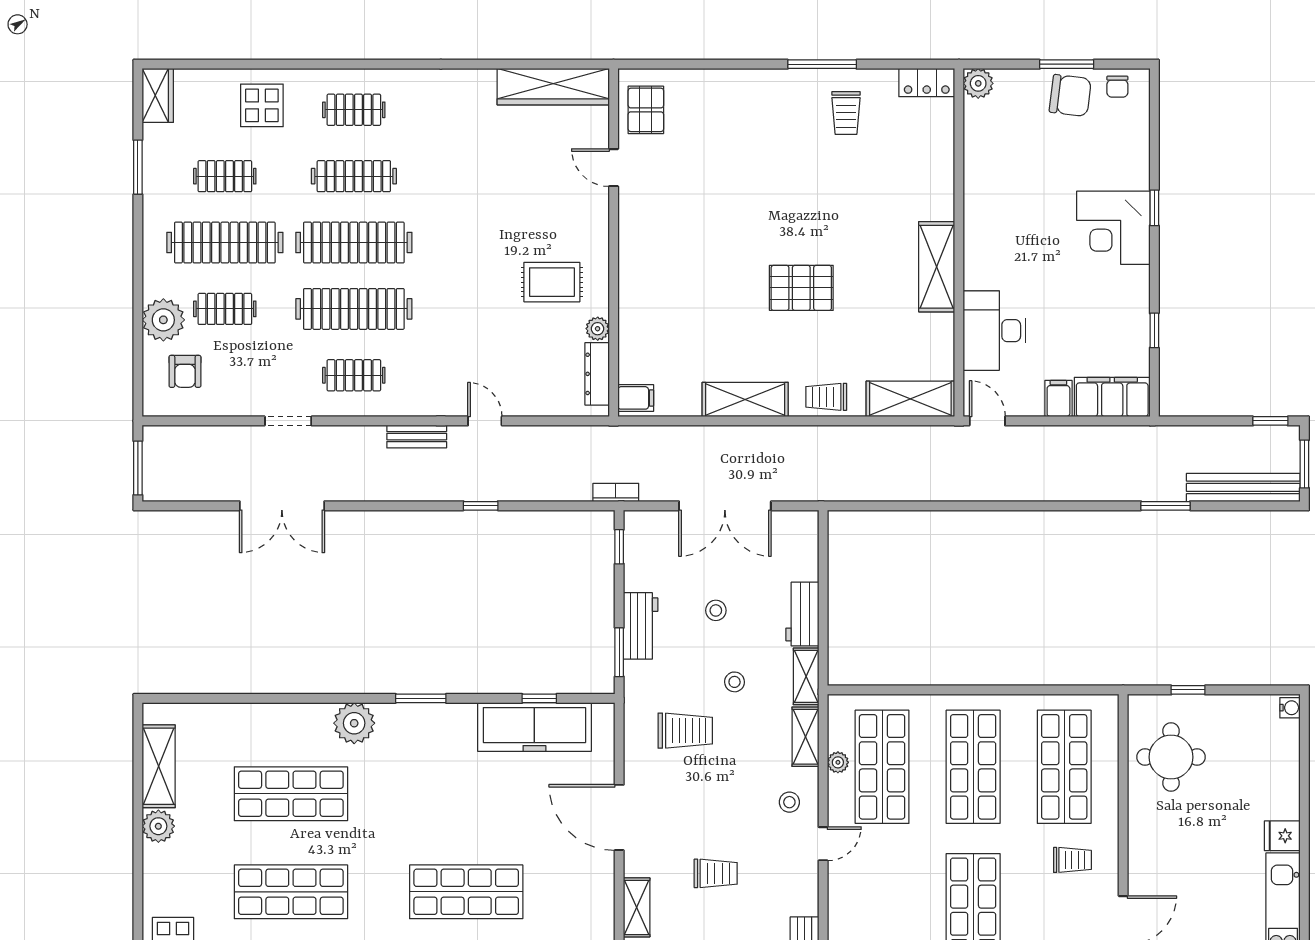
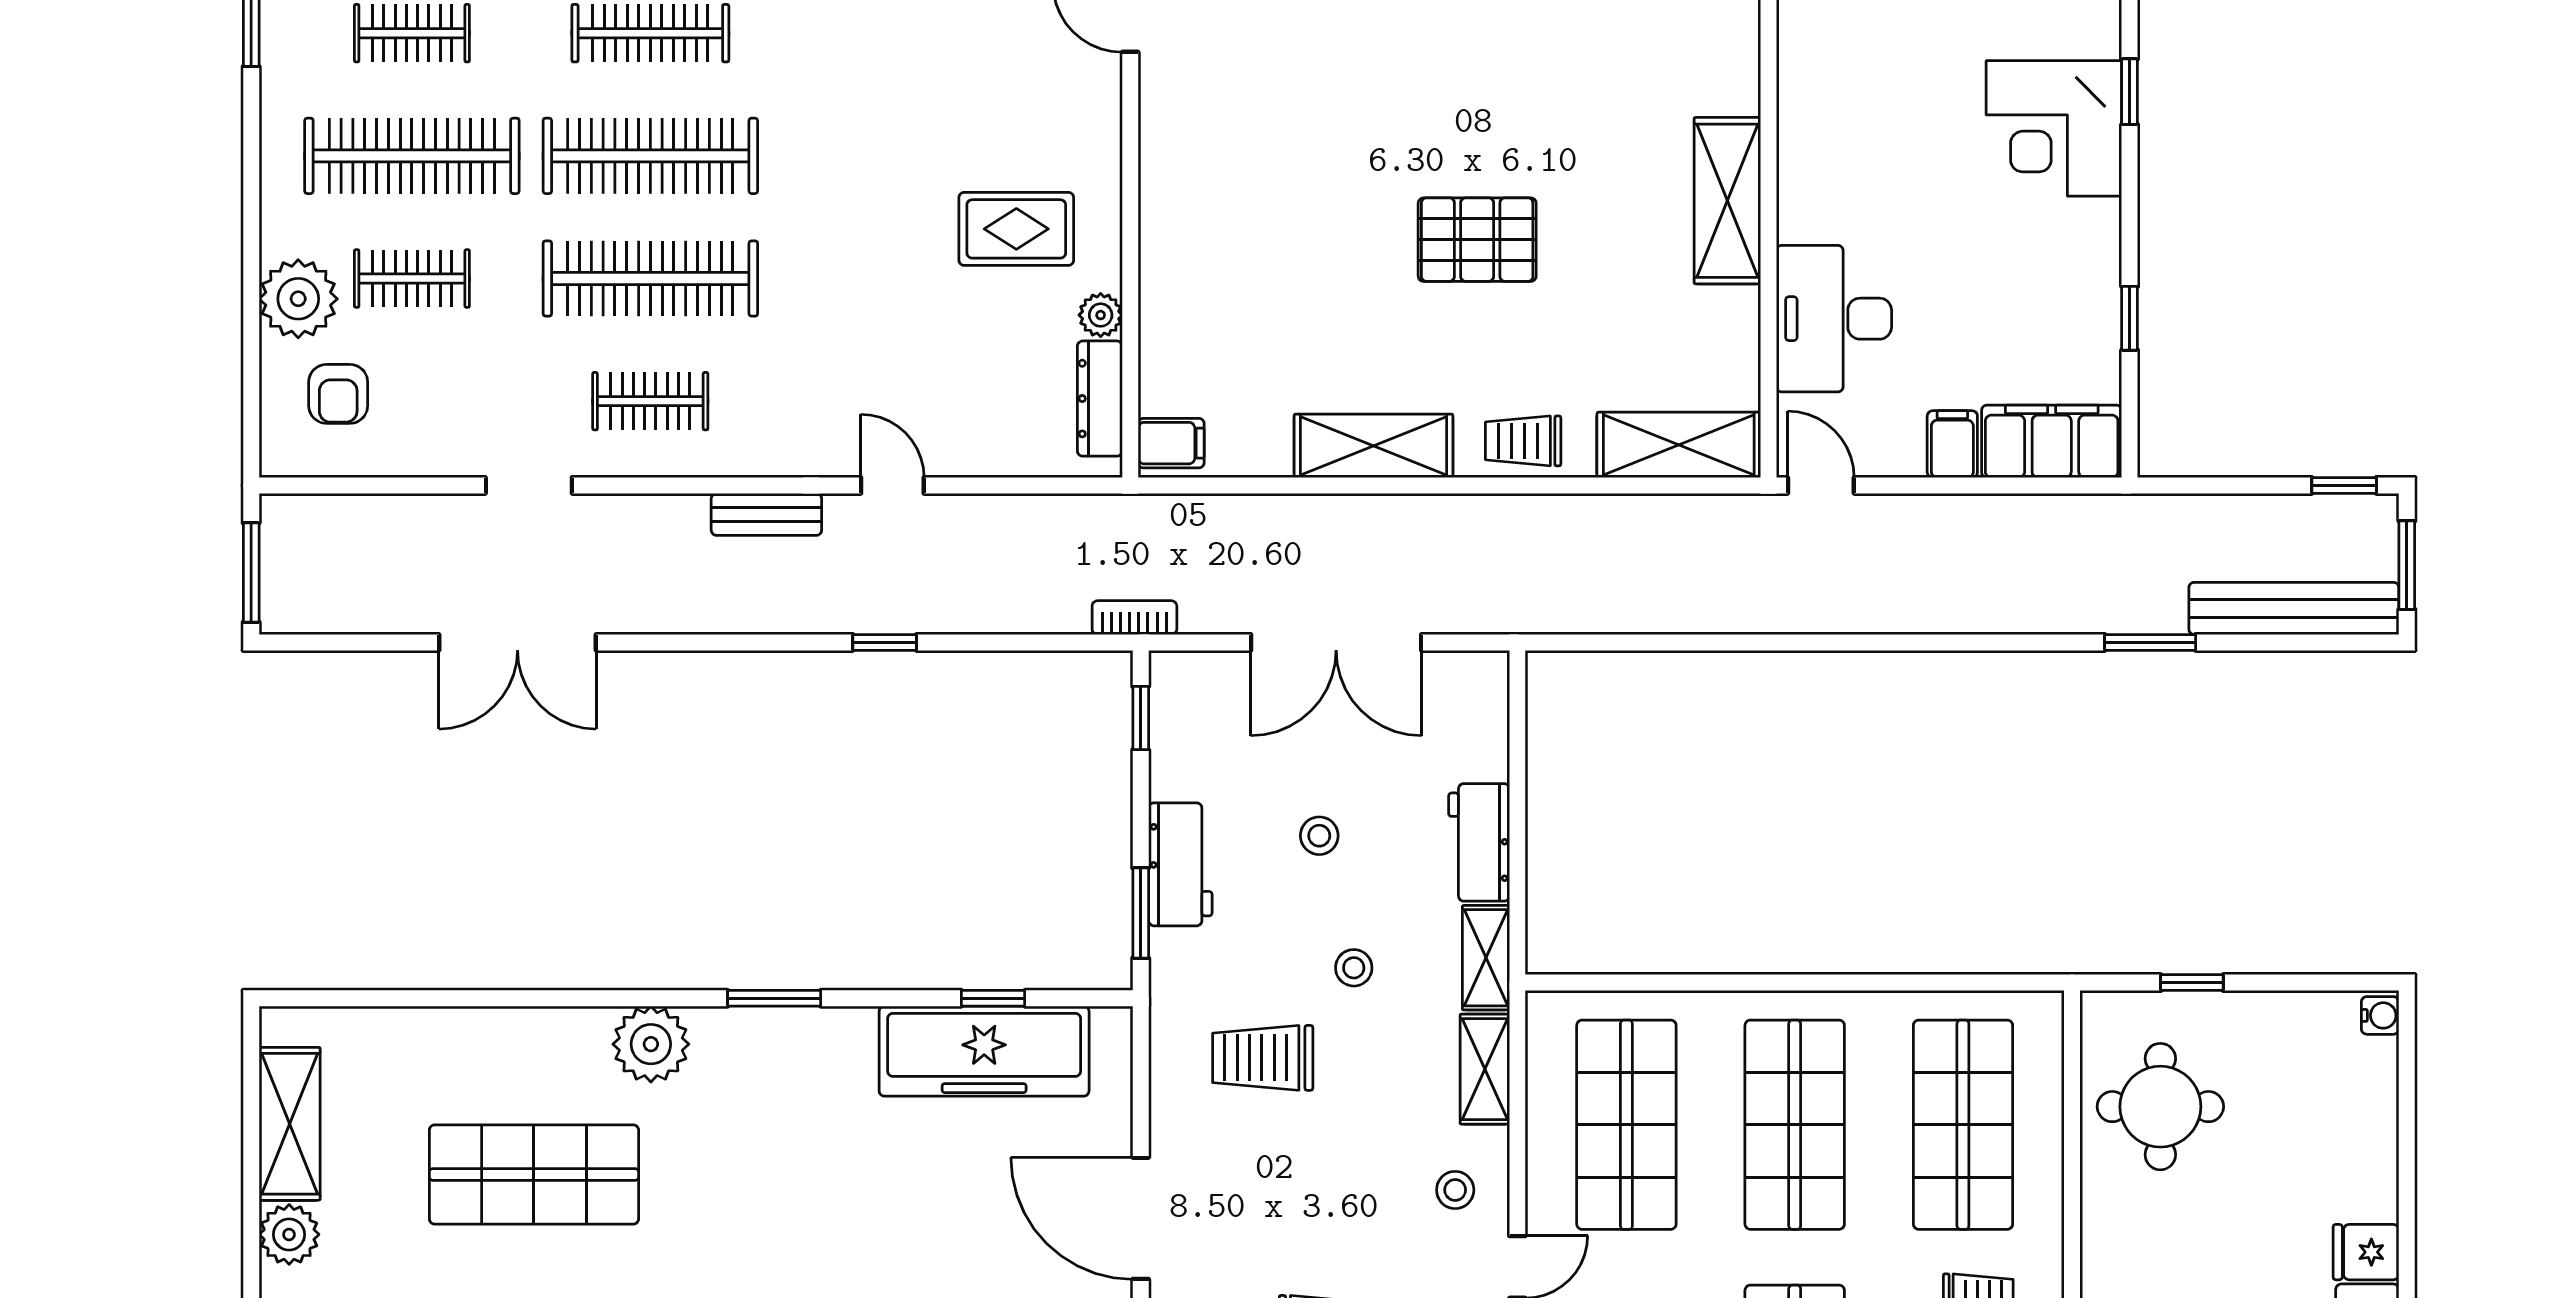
trolley: (685, 731) -> (1263, 1058), turned 180
plant: (838, 762) -> (1545, 1116), removed

